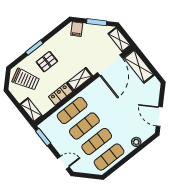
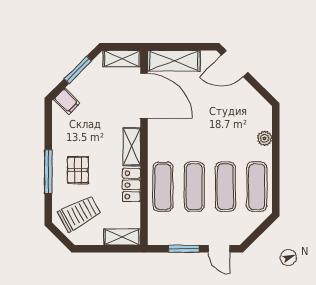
window: (34, 48) -> (48, 172), width x1.44
door: (159, 117) -> (235, 64), moved
window: (43, 137) -> (184, 249), moved
door: (63, 163) -> (219, 249), swing flipped

